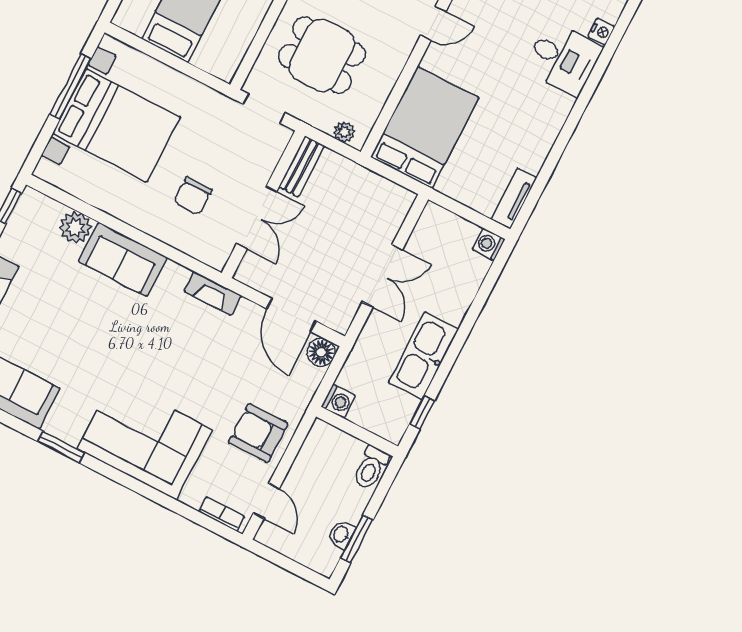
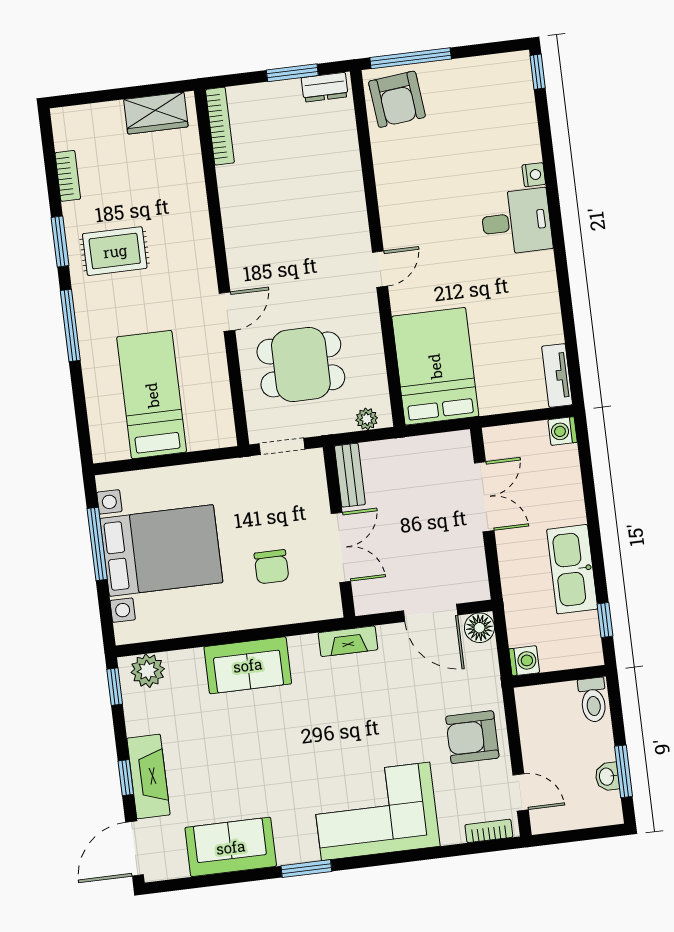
plant: (75, 228) -> (148, 671), moved
double door: (382, 276) -> (484, 497), moved

